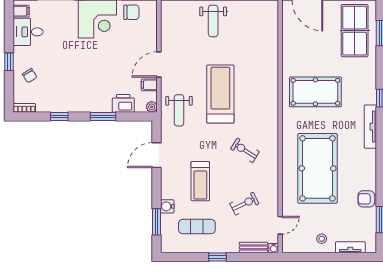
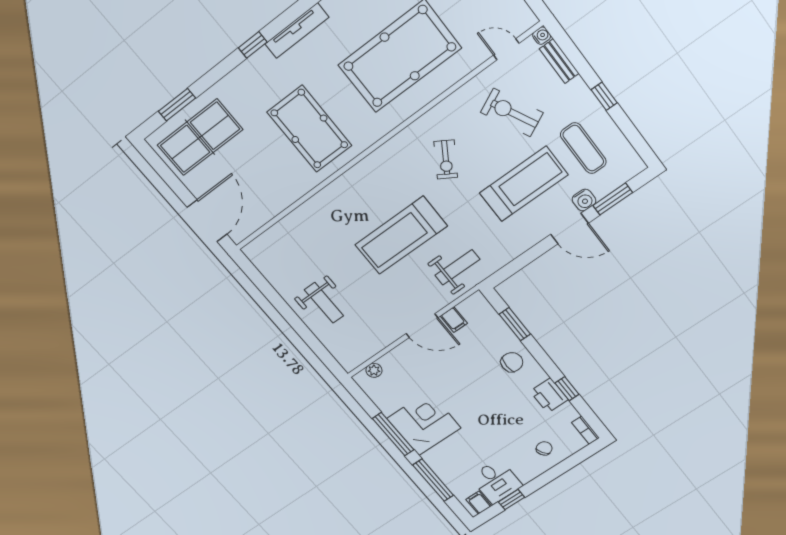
chair: (131, 12) -> (512, 362), moved, turned 90
weight bench: (213, 21) -> (324, 303), turned 90
window: (9, 62) -> (512, 500), moved
printer: (123, 103) -> (549, 395), moved
plant: (152, 107) -> (374, 370), moved
window: (103, 116) -> (515, 324), moved
door: (156, 155) -> (569, 229), moved
treadmill: (200, 181) -> (524, 184), width x1.37, depth x1.38
exercise bike: (244, 204) -> (512, 113), width x1.38, depth x1.39

